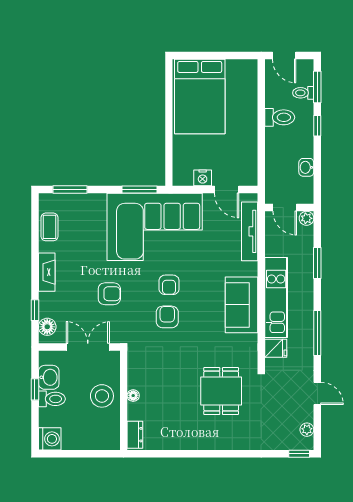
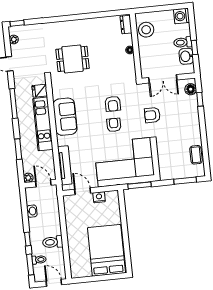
fireplace: (47, 272) -> (195, 125), removed
dining table: (221, 391) -> (73, 59), turned 90
stool: (102, 396) -> (146, 30), moved

